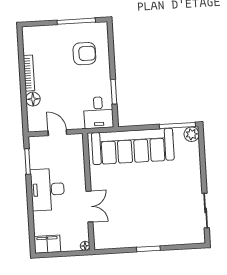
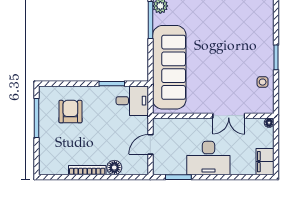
double door: (89, 207) -> (229, 116), swing flipped
side table: (124, 237) -> (263, 82), added

